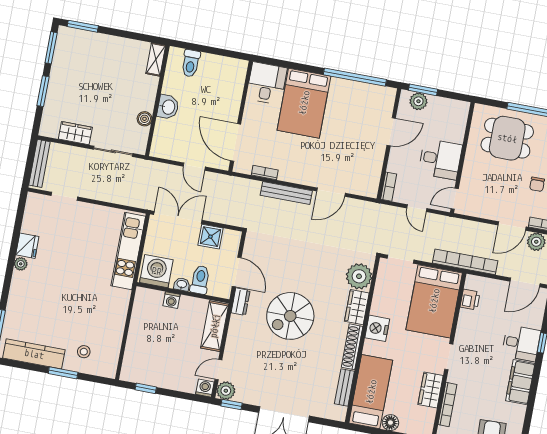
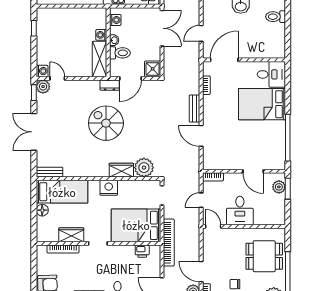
dining table: (507, 138) -> (264, 256), turned 90
bench: (286, 193) -> (194, 108), width x0.73
shower: (210, 237) -> (153, 69), moved
washing machine: (156, 271) -> (115, 20), width x0.53, depth x0.53
shelving: (215, 326) -> (100, 59), moved, turned 90
shoe rack: (352, 347) -> (92, 172), removed
bench: (344, 388) -> (49, 172), moved

